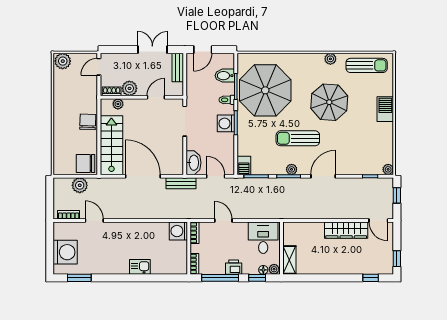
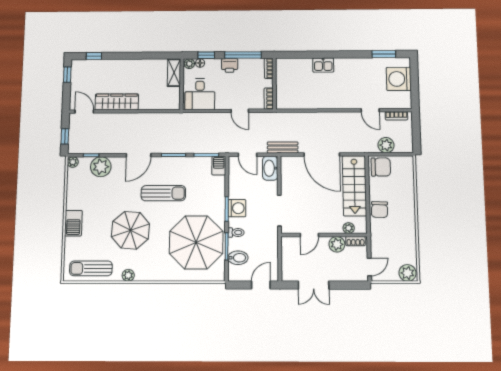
bench: (178, 68) -> (287, 266), removed
plant: (292, 169) -> (101, 167), moved, width x1.88, depth x1.88
washing machine: (178, 231) -> (285, 100), removed

